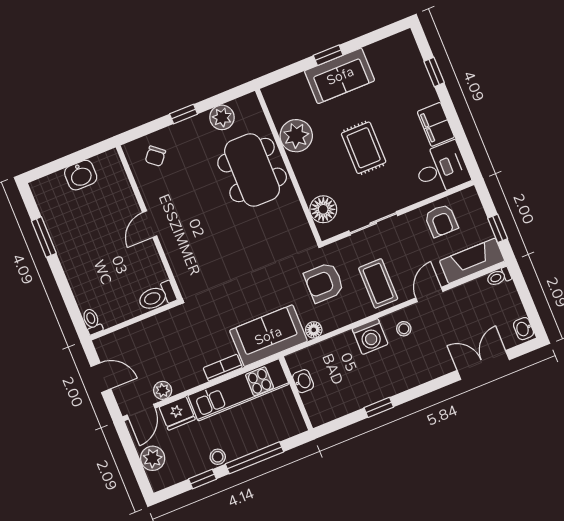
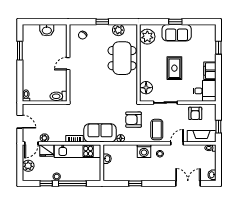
plant: (296, 136) -> (147, 37), moved

